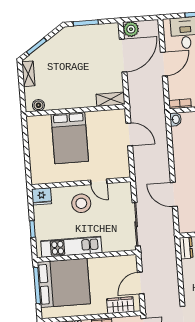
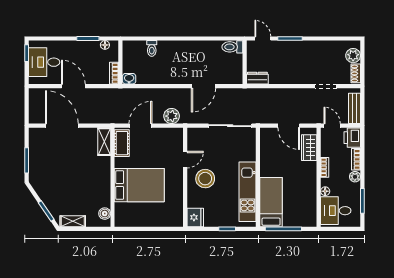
plant: (131, 29) -> (172, 116), moved
cot: (110, 117) -> (122, 143), added
bed: (64, 283) -> (271, 202), width x0.49

